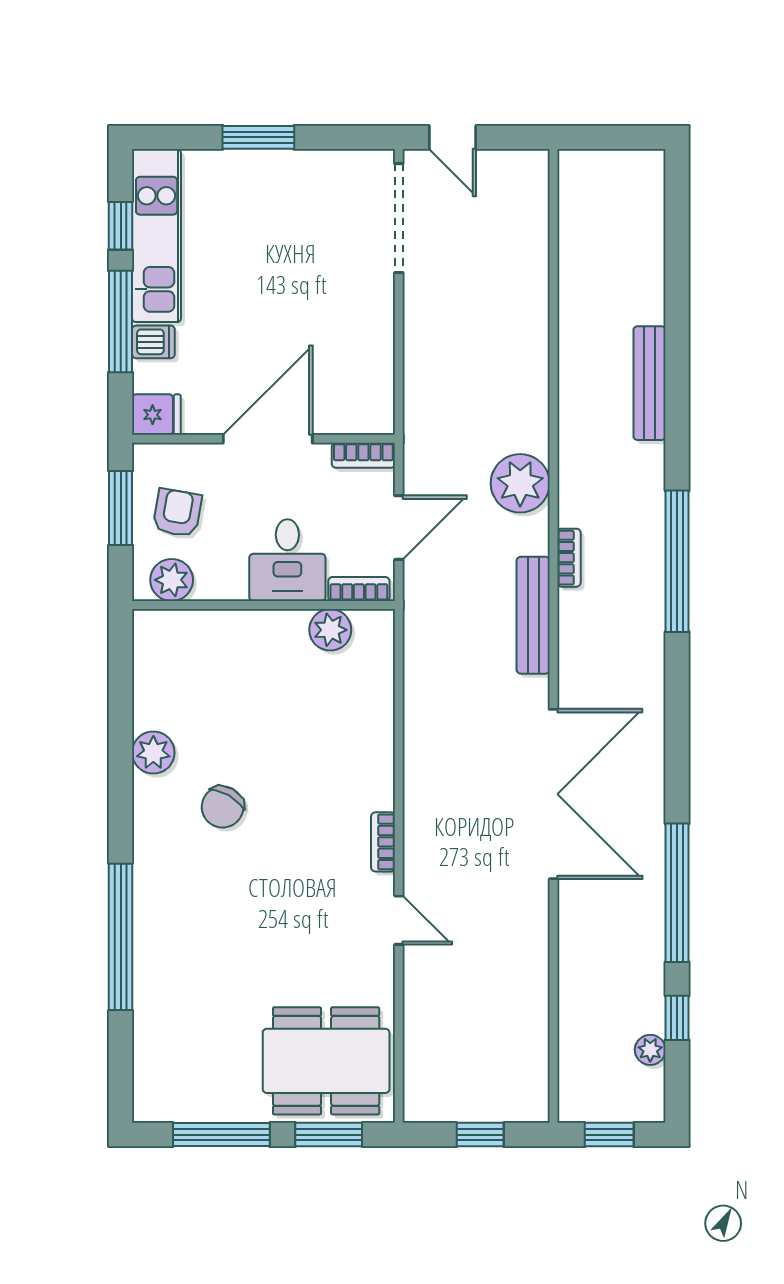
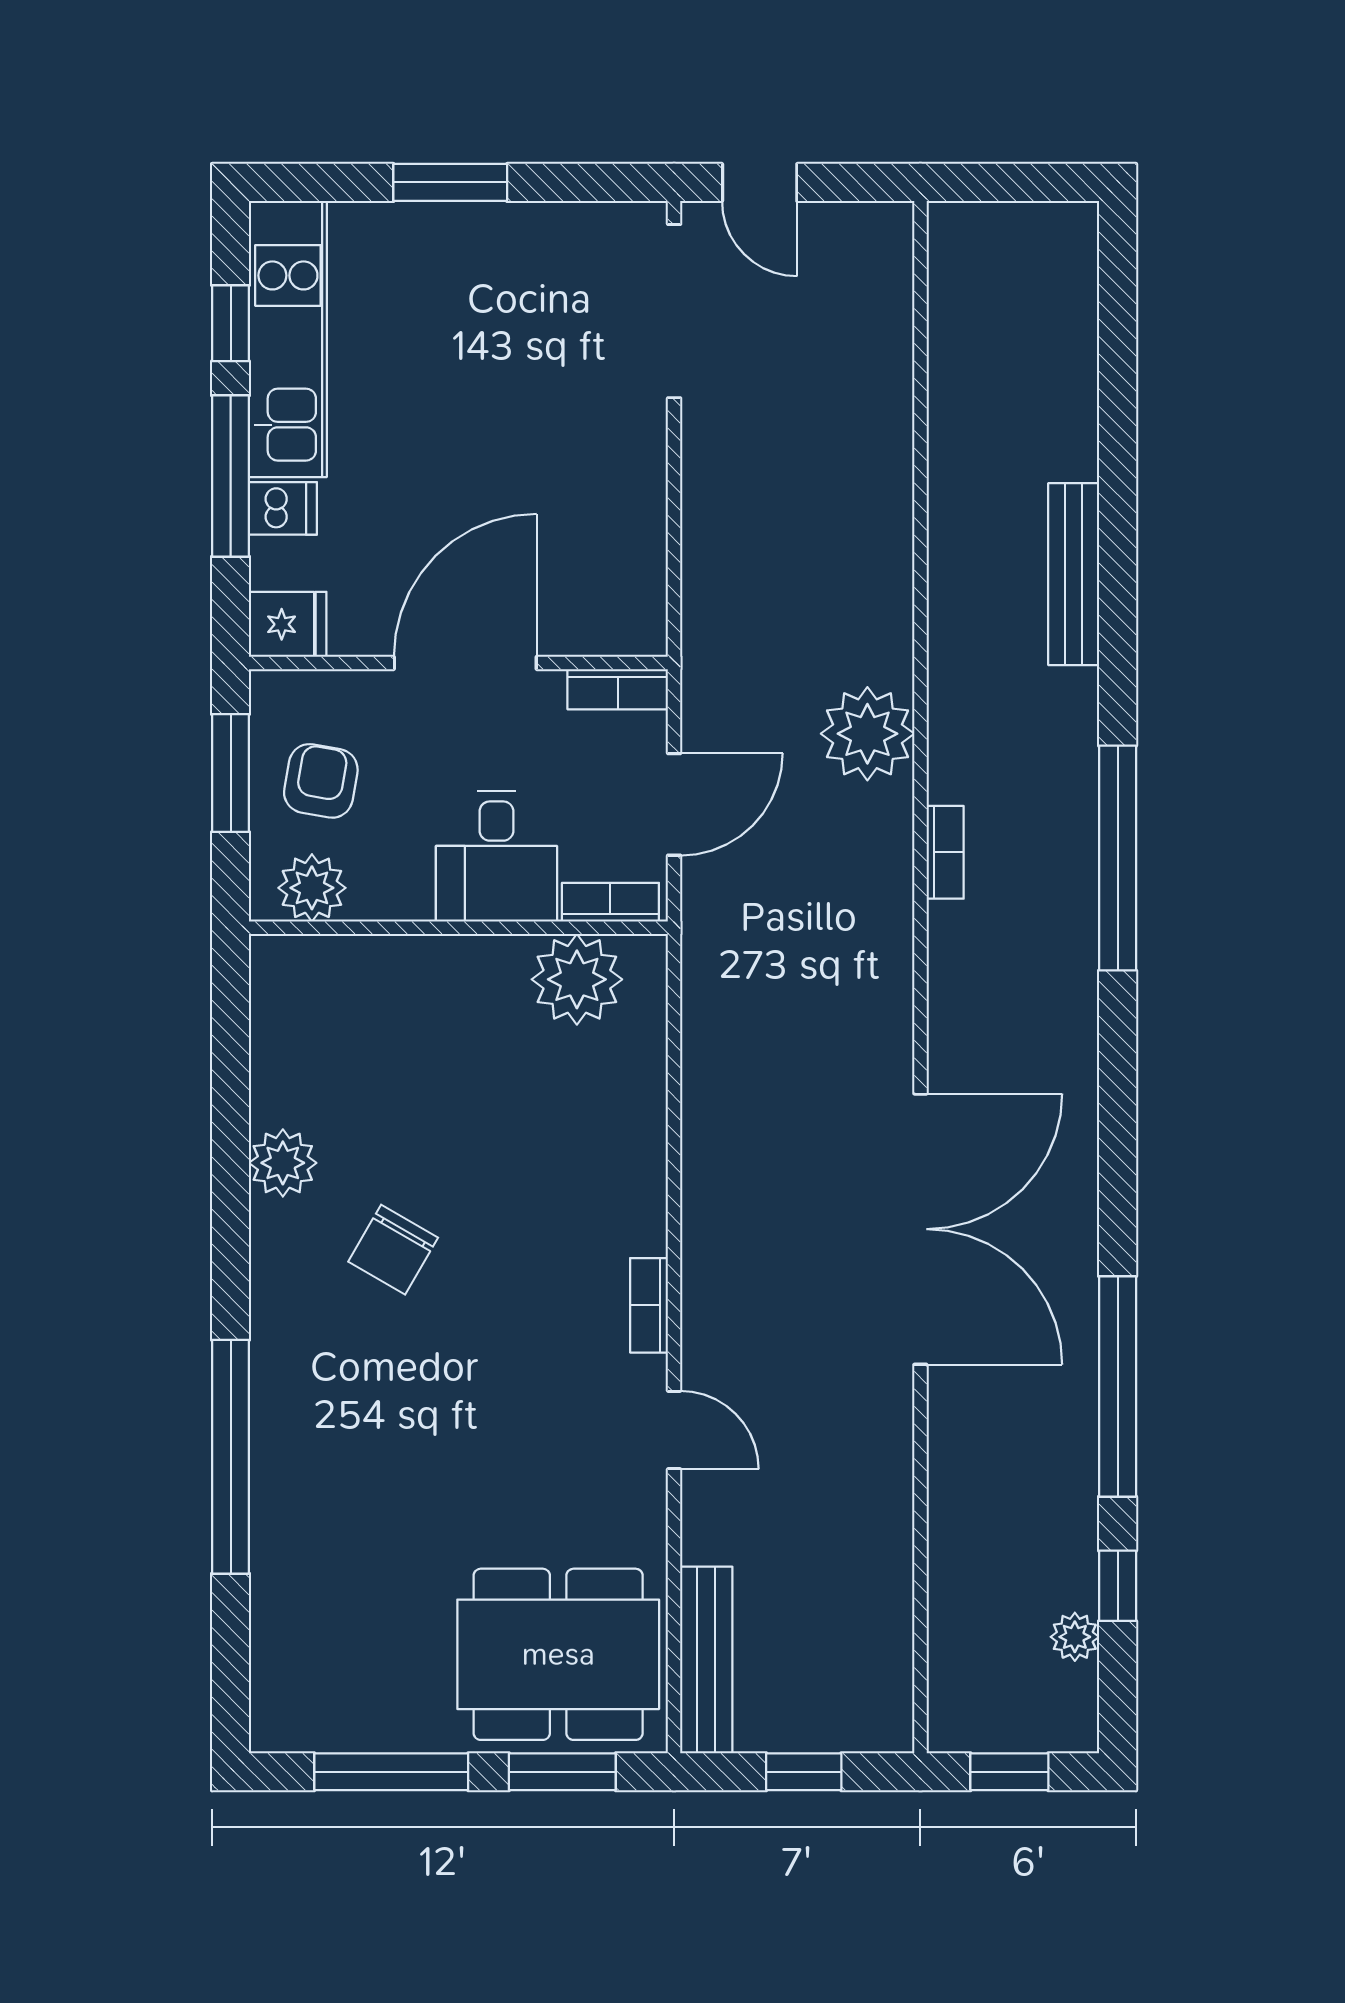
bench: (533, 615) -> (706, 1660), moved
plant: (330, 630) -> (577, 979), width x1.36, depth x1.36

